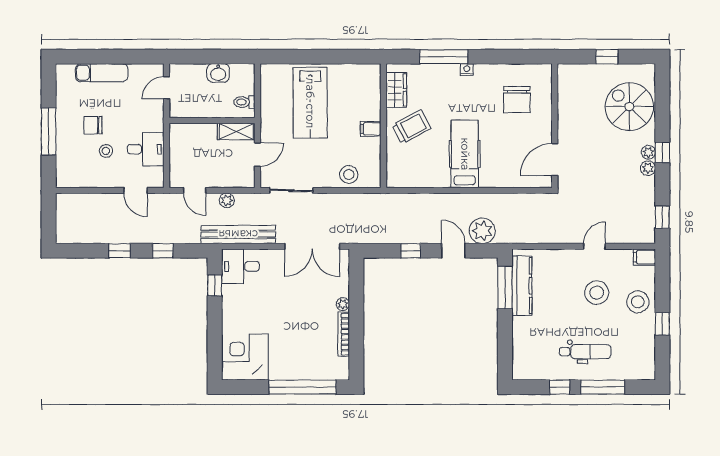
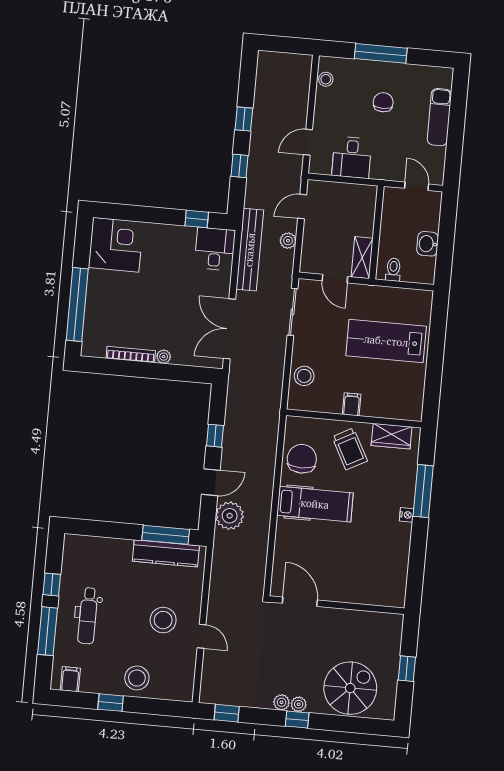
chair: (517, 100) -> (302, 459), moved, turned 90
stool: (106, 151) -> (326, 79), moved
filing cabinet: (644, 257) -> (70, 679), moved
stool: (597, 293) -> (163, 620), moved

